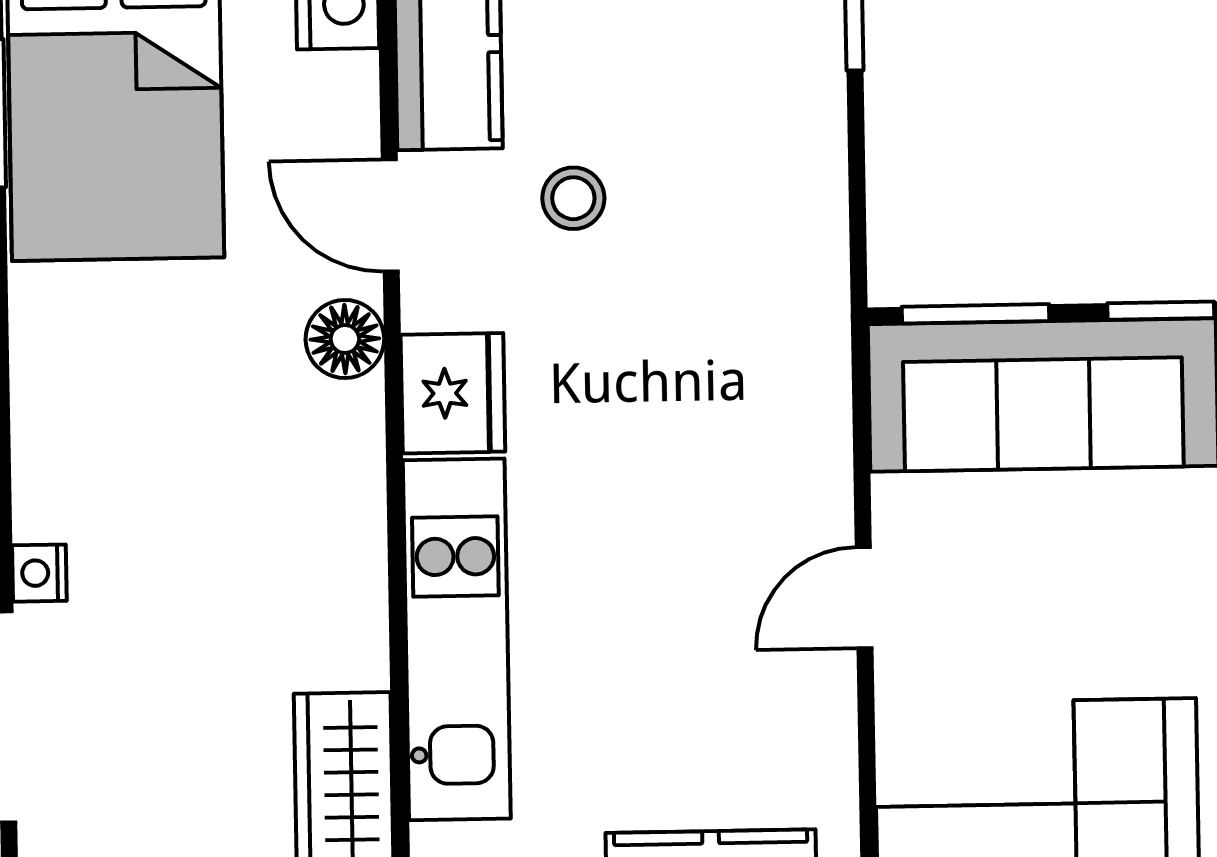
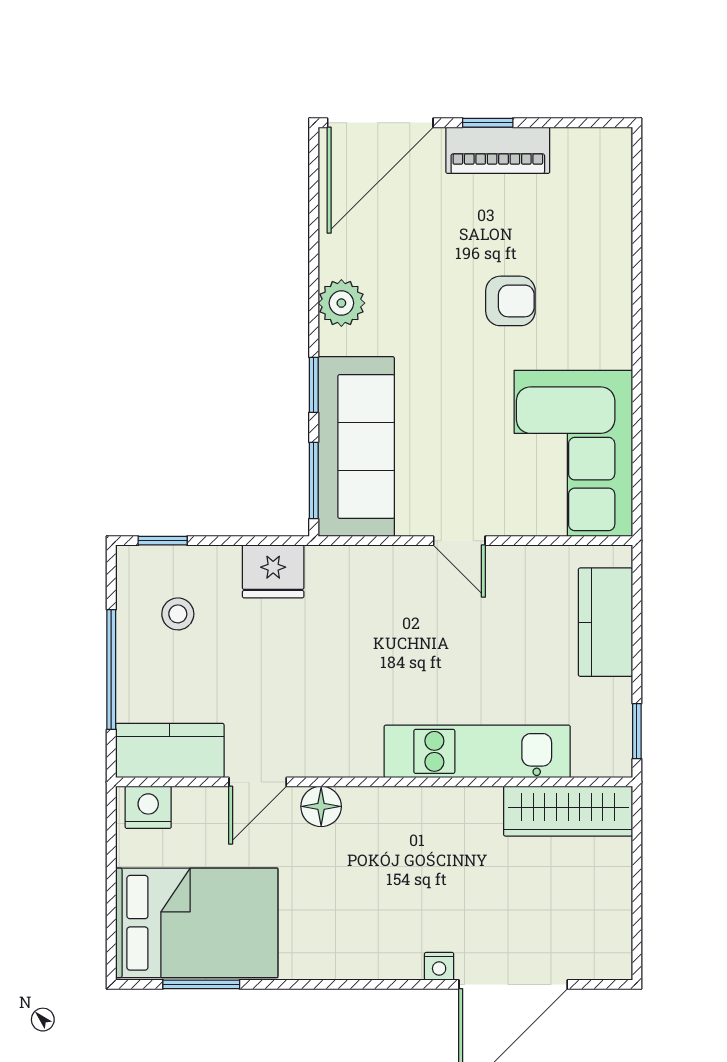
stool: (573, 198) -> (178, 614), moved
fridge: (453, 393) -> (273, 571), moved, turned 180

